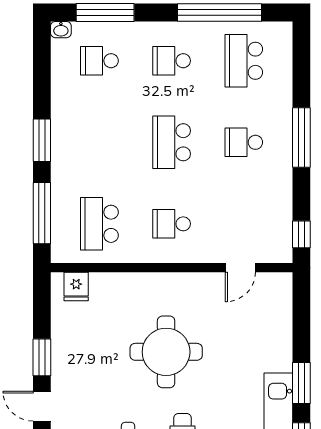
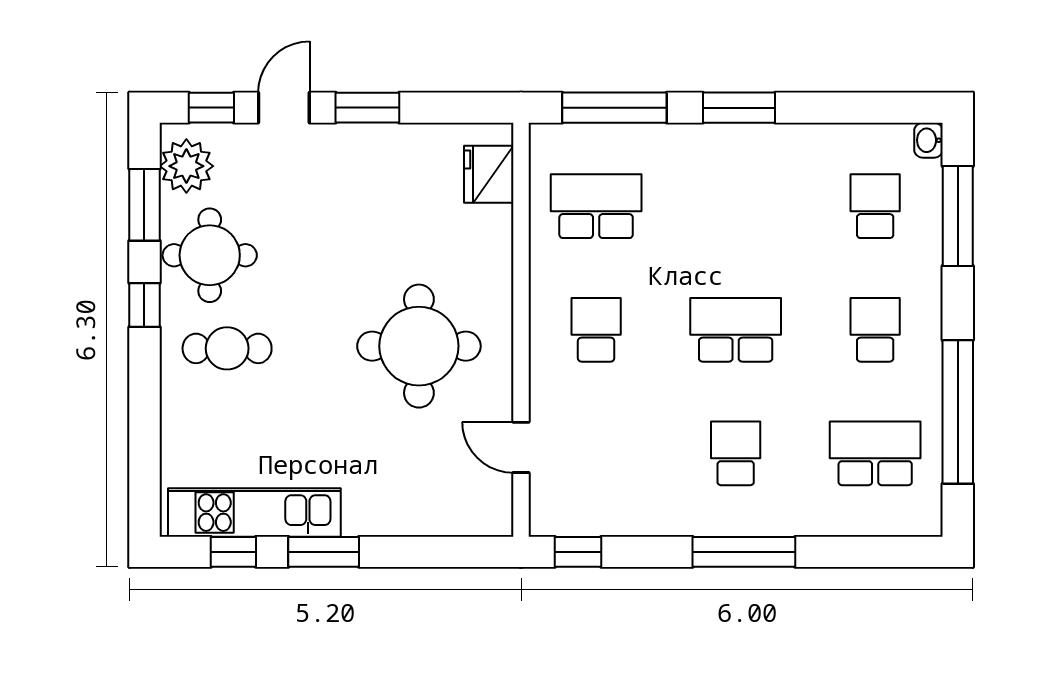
fridge: (76, 286) -> (489, 174), width x1.38
round table: (166, 352) -> (419, 346), moved

